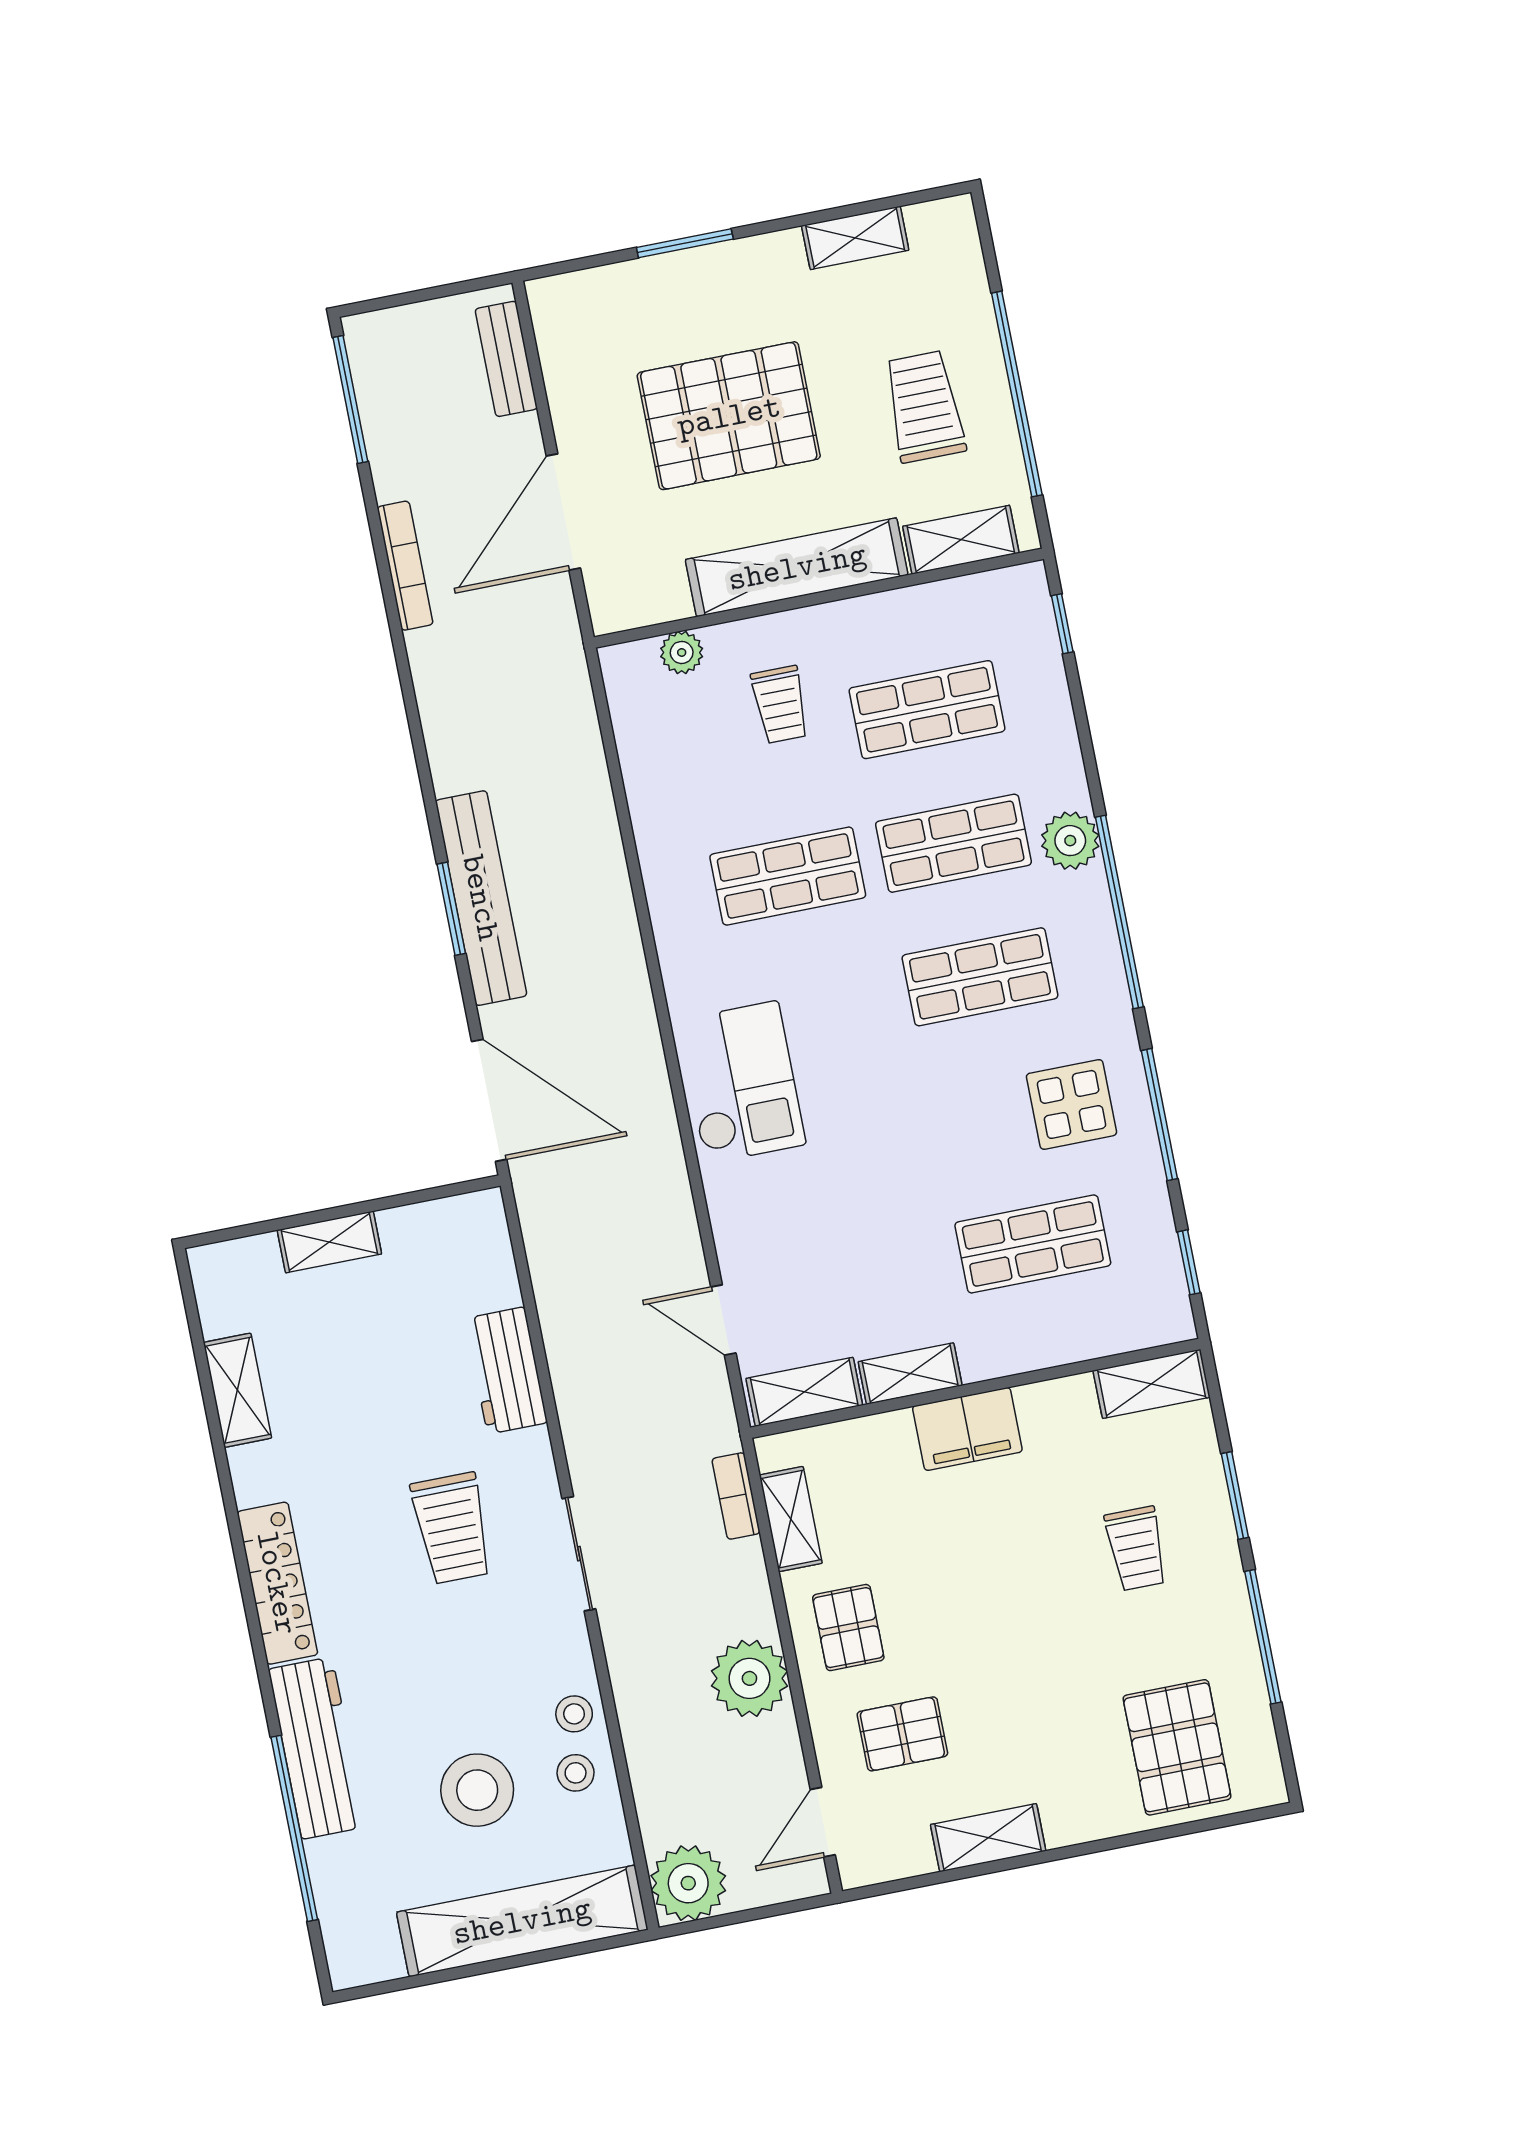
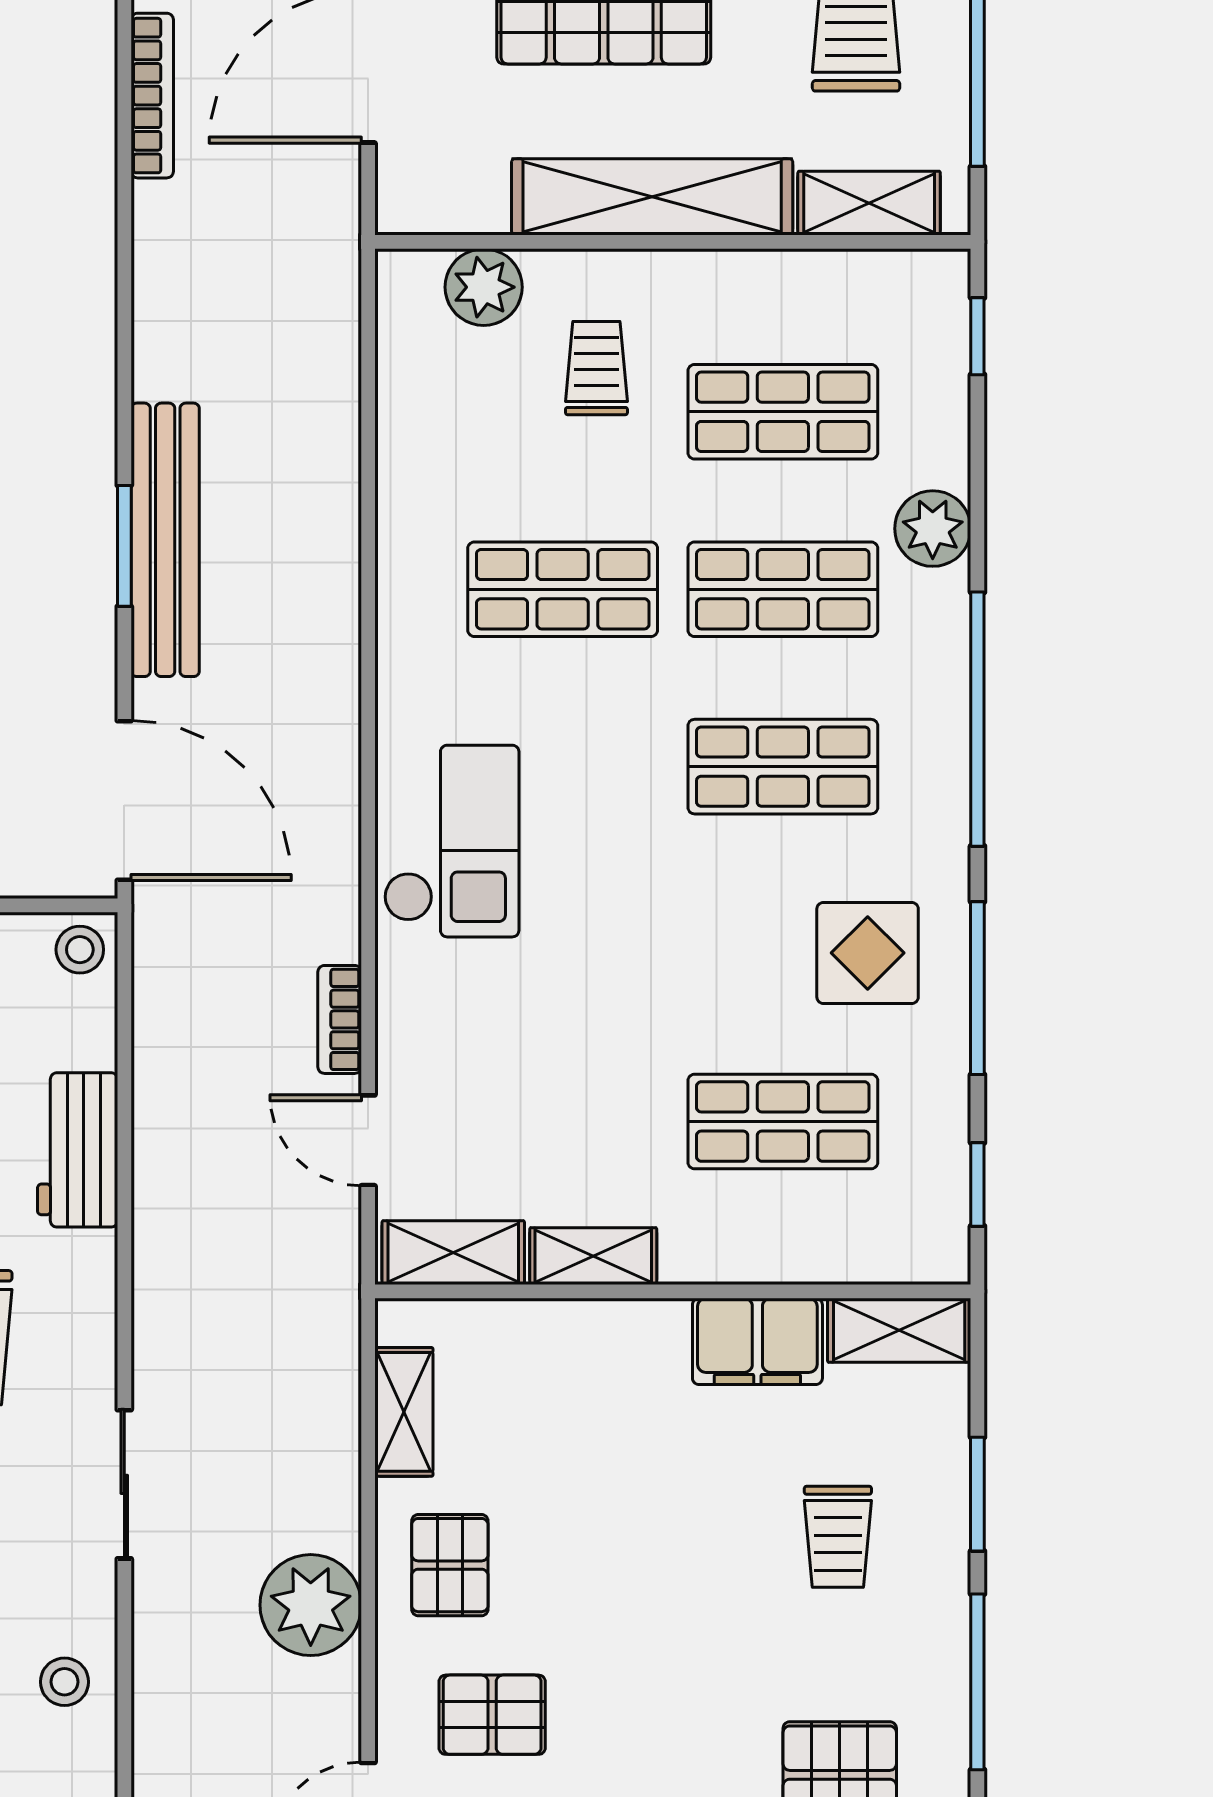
plant: (682, 652) -> (484, 287), width x1.38, depth x1.38
trolley: (780, 705) -> (596, 368), turned 180
plant: (1070, 841) -> (933, 529), moved
filing cabinet: (967, 1429) -> (757, 1341), moved
bookcase: (736, 1496) -> (340, 1019), moved
sliding door: (579, 1554) -> (124, 1484), moved
stool: (574, 1714) -> (80, 950), moved

